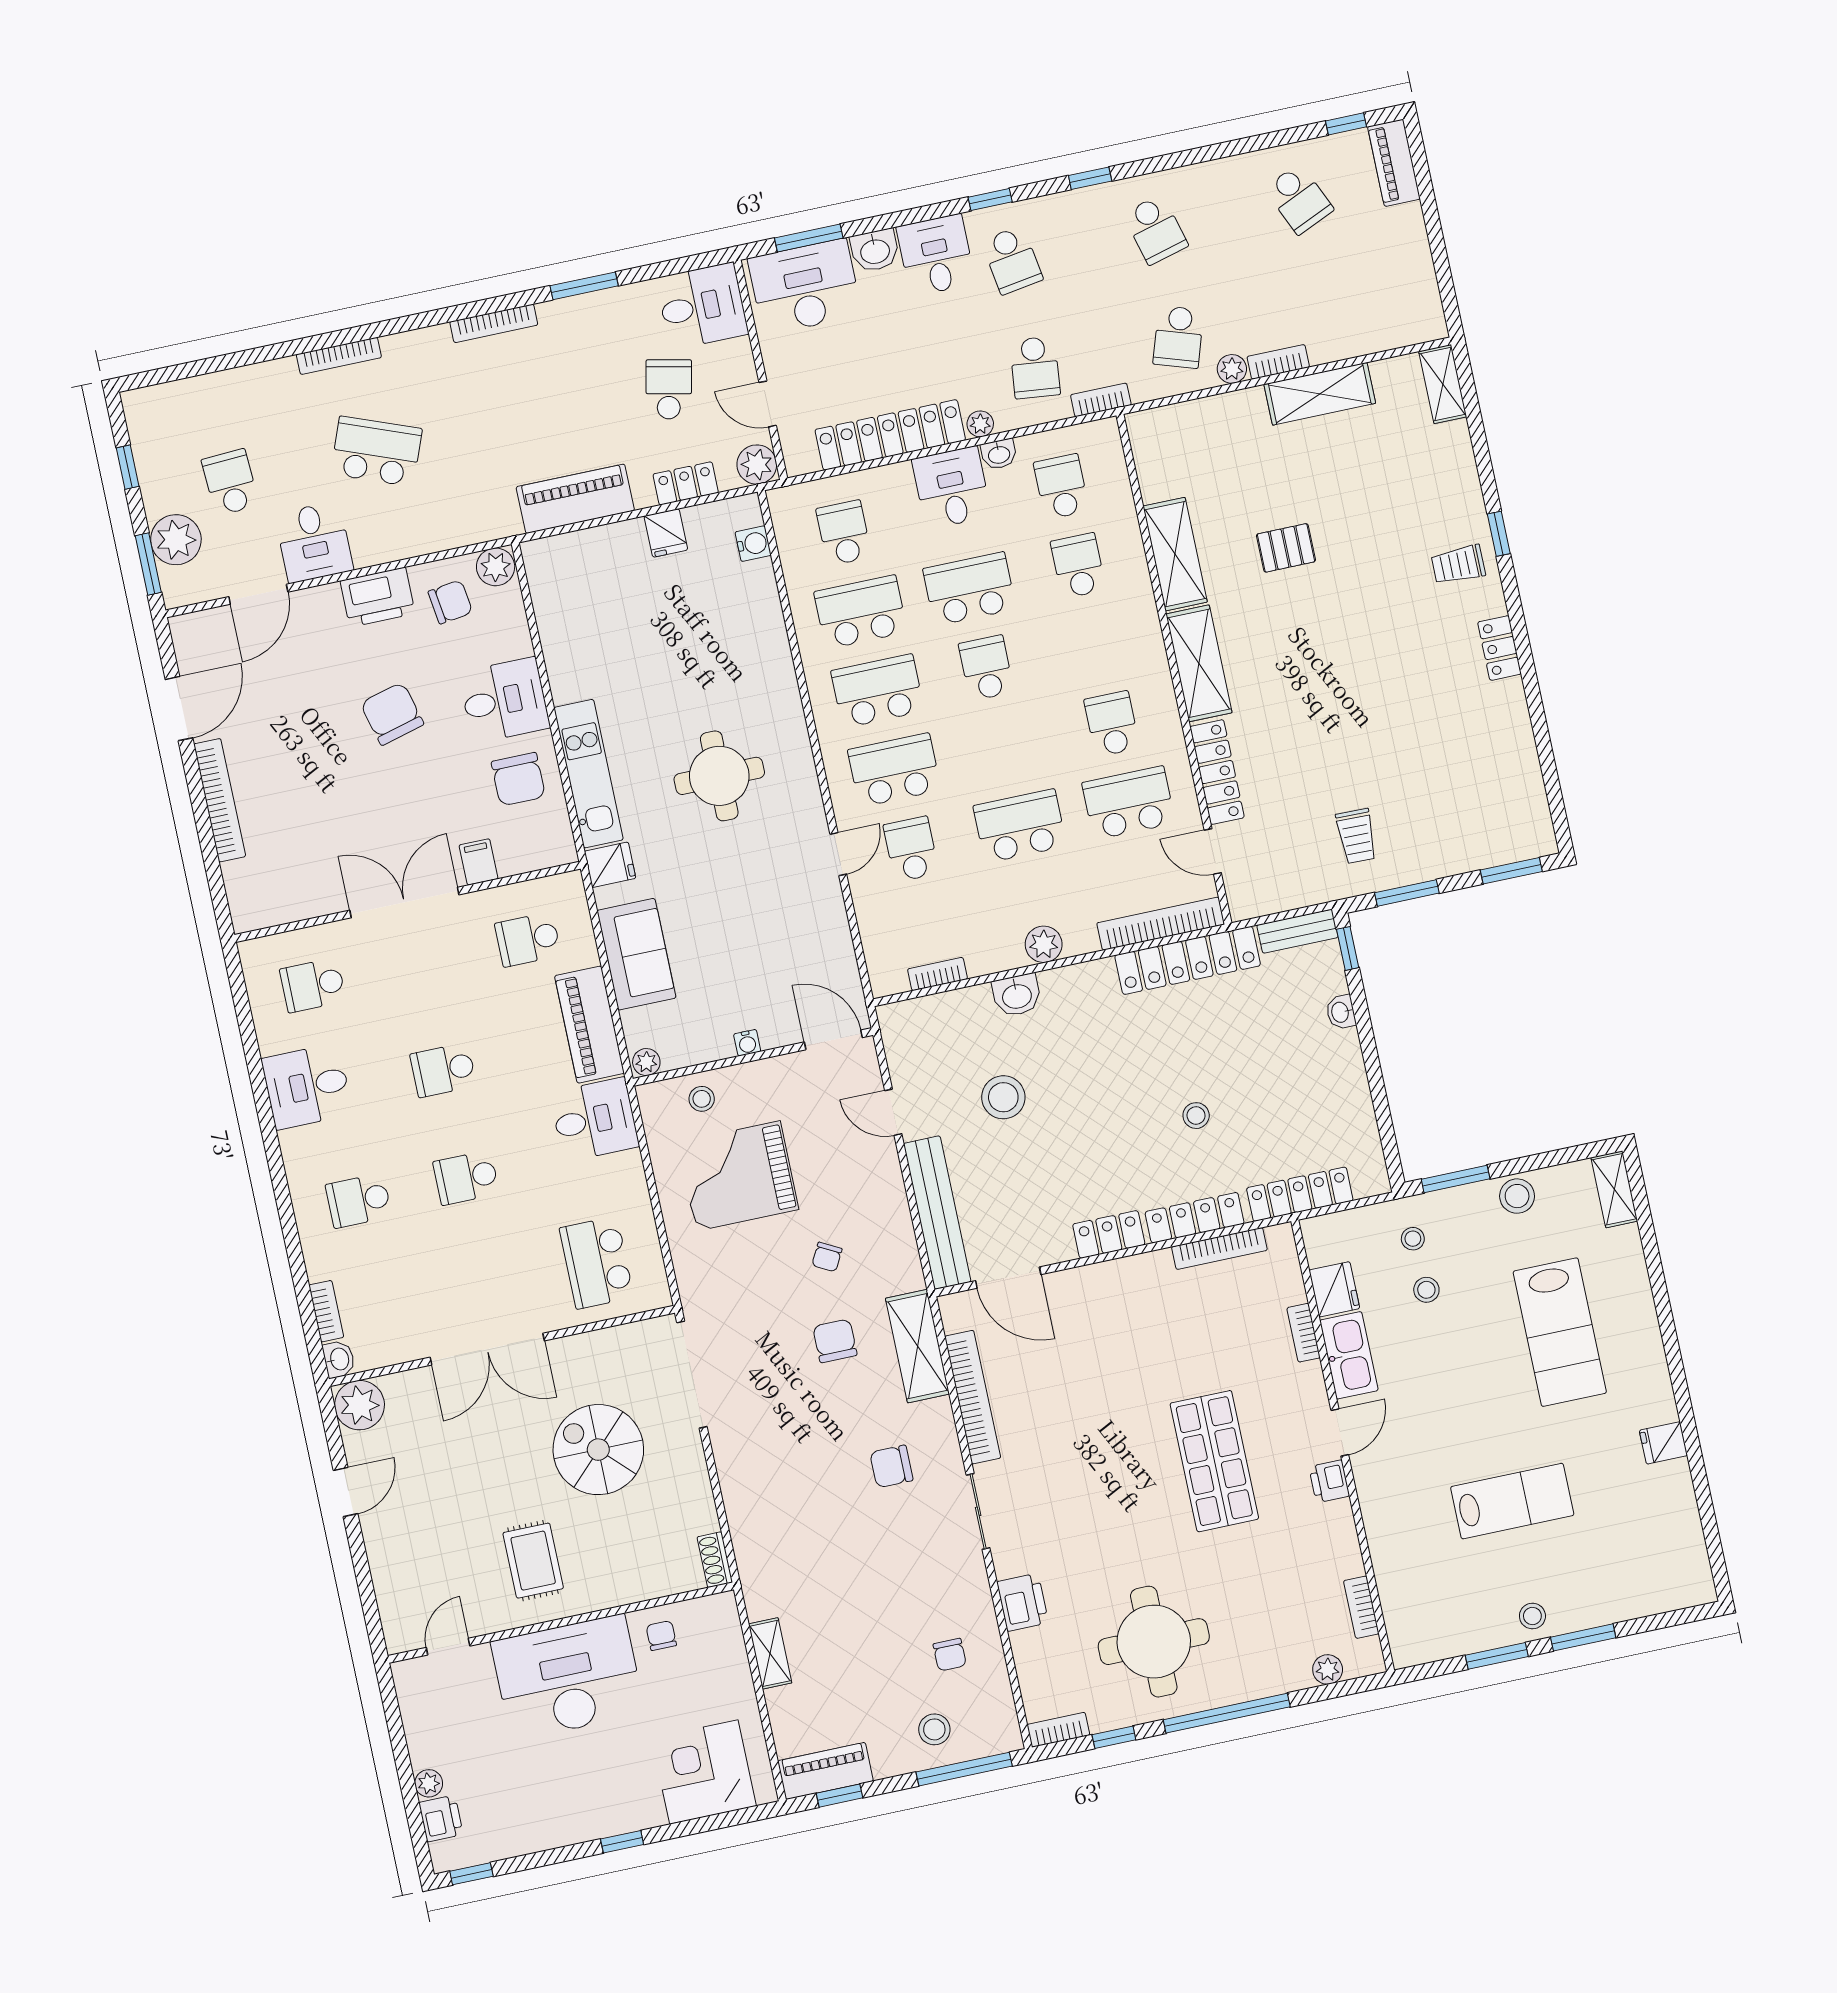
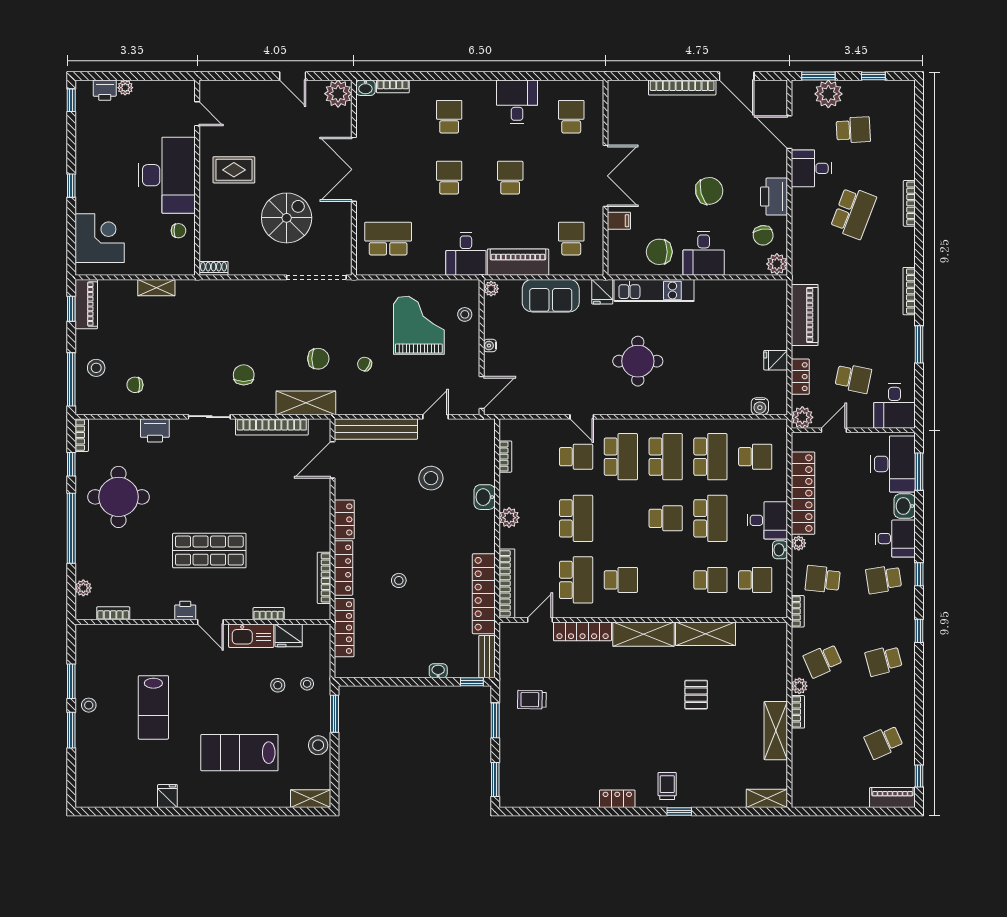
school desk: (1178, 337) -> (823, 661), turned -42

